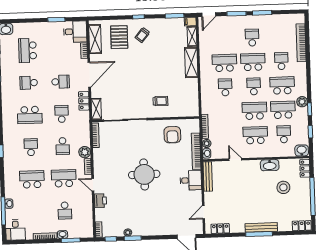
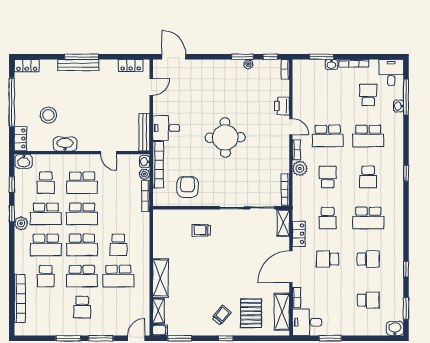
school desk: (28, 51) -> (368, 300), width x0.54
school desk: (254, 86) -> (82, 245), width x1.85
school desk: (30, 115) -> (368, 218), turned 180
school desk: (65, 211) -> (368, 95), moved

